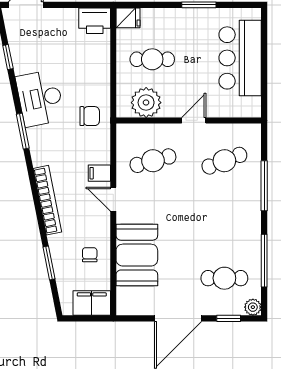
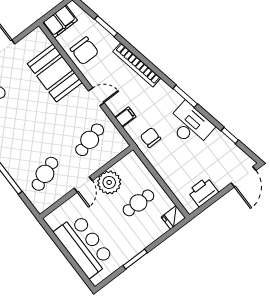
printer: (95, 21) -> (203, 192), moved
plant: (146, 103) -> (109, 182), moved
chair: (90, 116) -> (151, 138), turned 90
filing cabinet: (99, 173) -> (125, 117), moved
chair: (90, 255) -> (84, 51), width x1.87, depth x1.87

